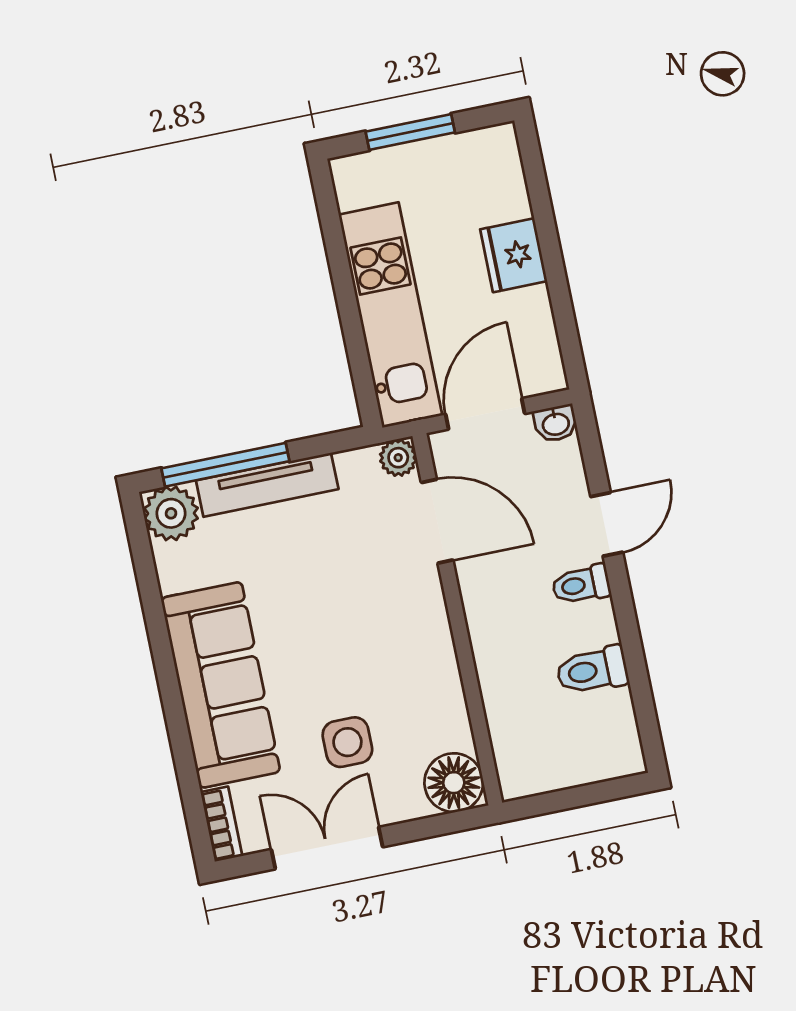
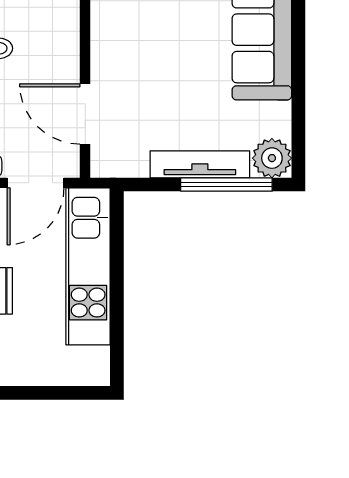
window: (410, 132) -> (48, 393), removed
plant: (398, 458) -> (103, 165), removed

